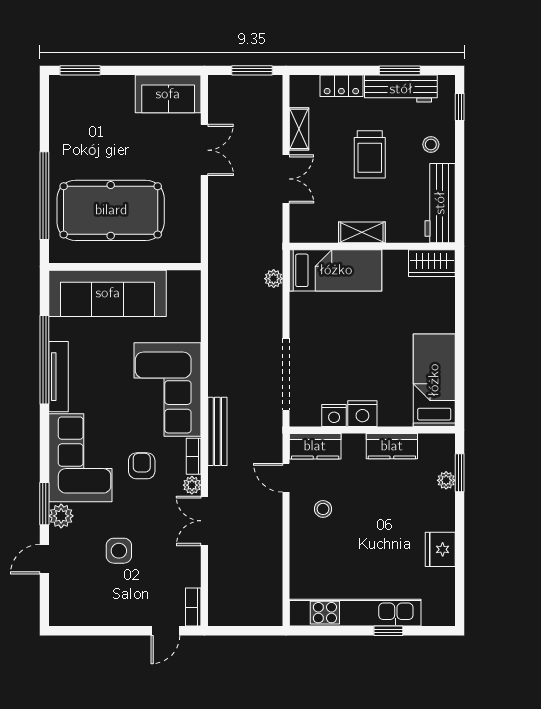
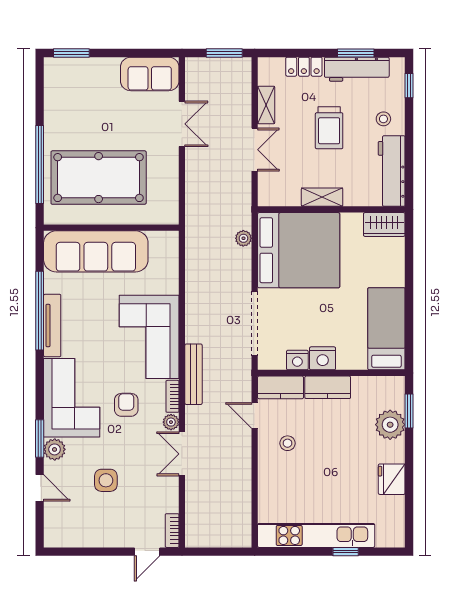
bed: (336, 270) -> (299, 250), width x2.04
kitchen counter: (392, 446) -> (328, 387), moved
plant: (446, 480) -> (390, 425), width x1.88, depth x1.88
door: (44, 559) -> (40, 488), swing flipped

